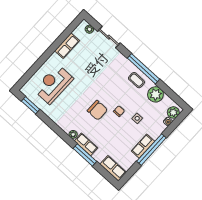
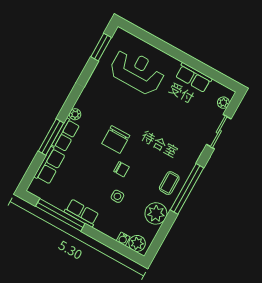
window: (151, 150) -> (60, 215), moved
row of seats: (113, 168) -> (50, 166), moved

